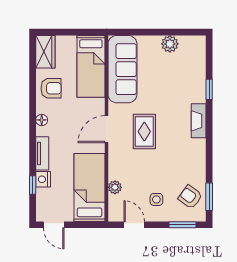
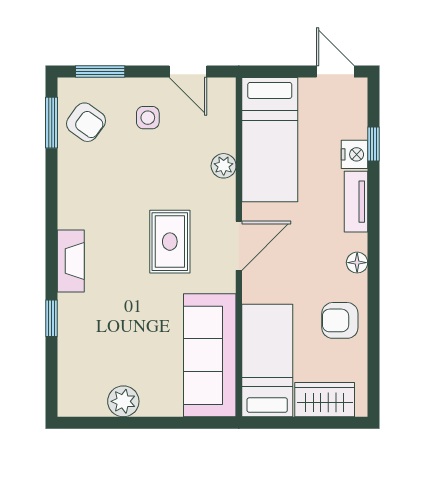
wardrobe: (45, 52) -> (325, 400), moved, turned 90
plant: (115, 187) -> (224, 166), moved

